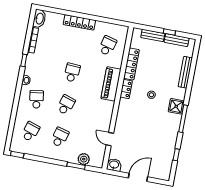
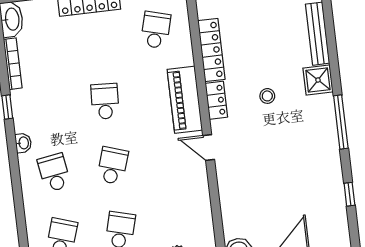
shower: (176, 106) -> (318, 80), moved
door: (110, 139) -> (209, 148), moved

